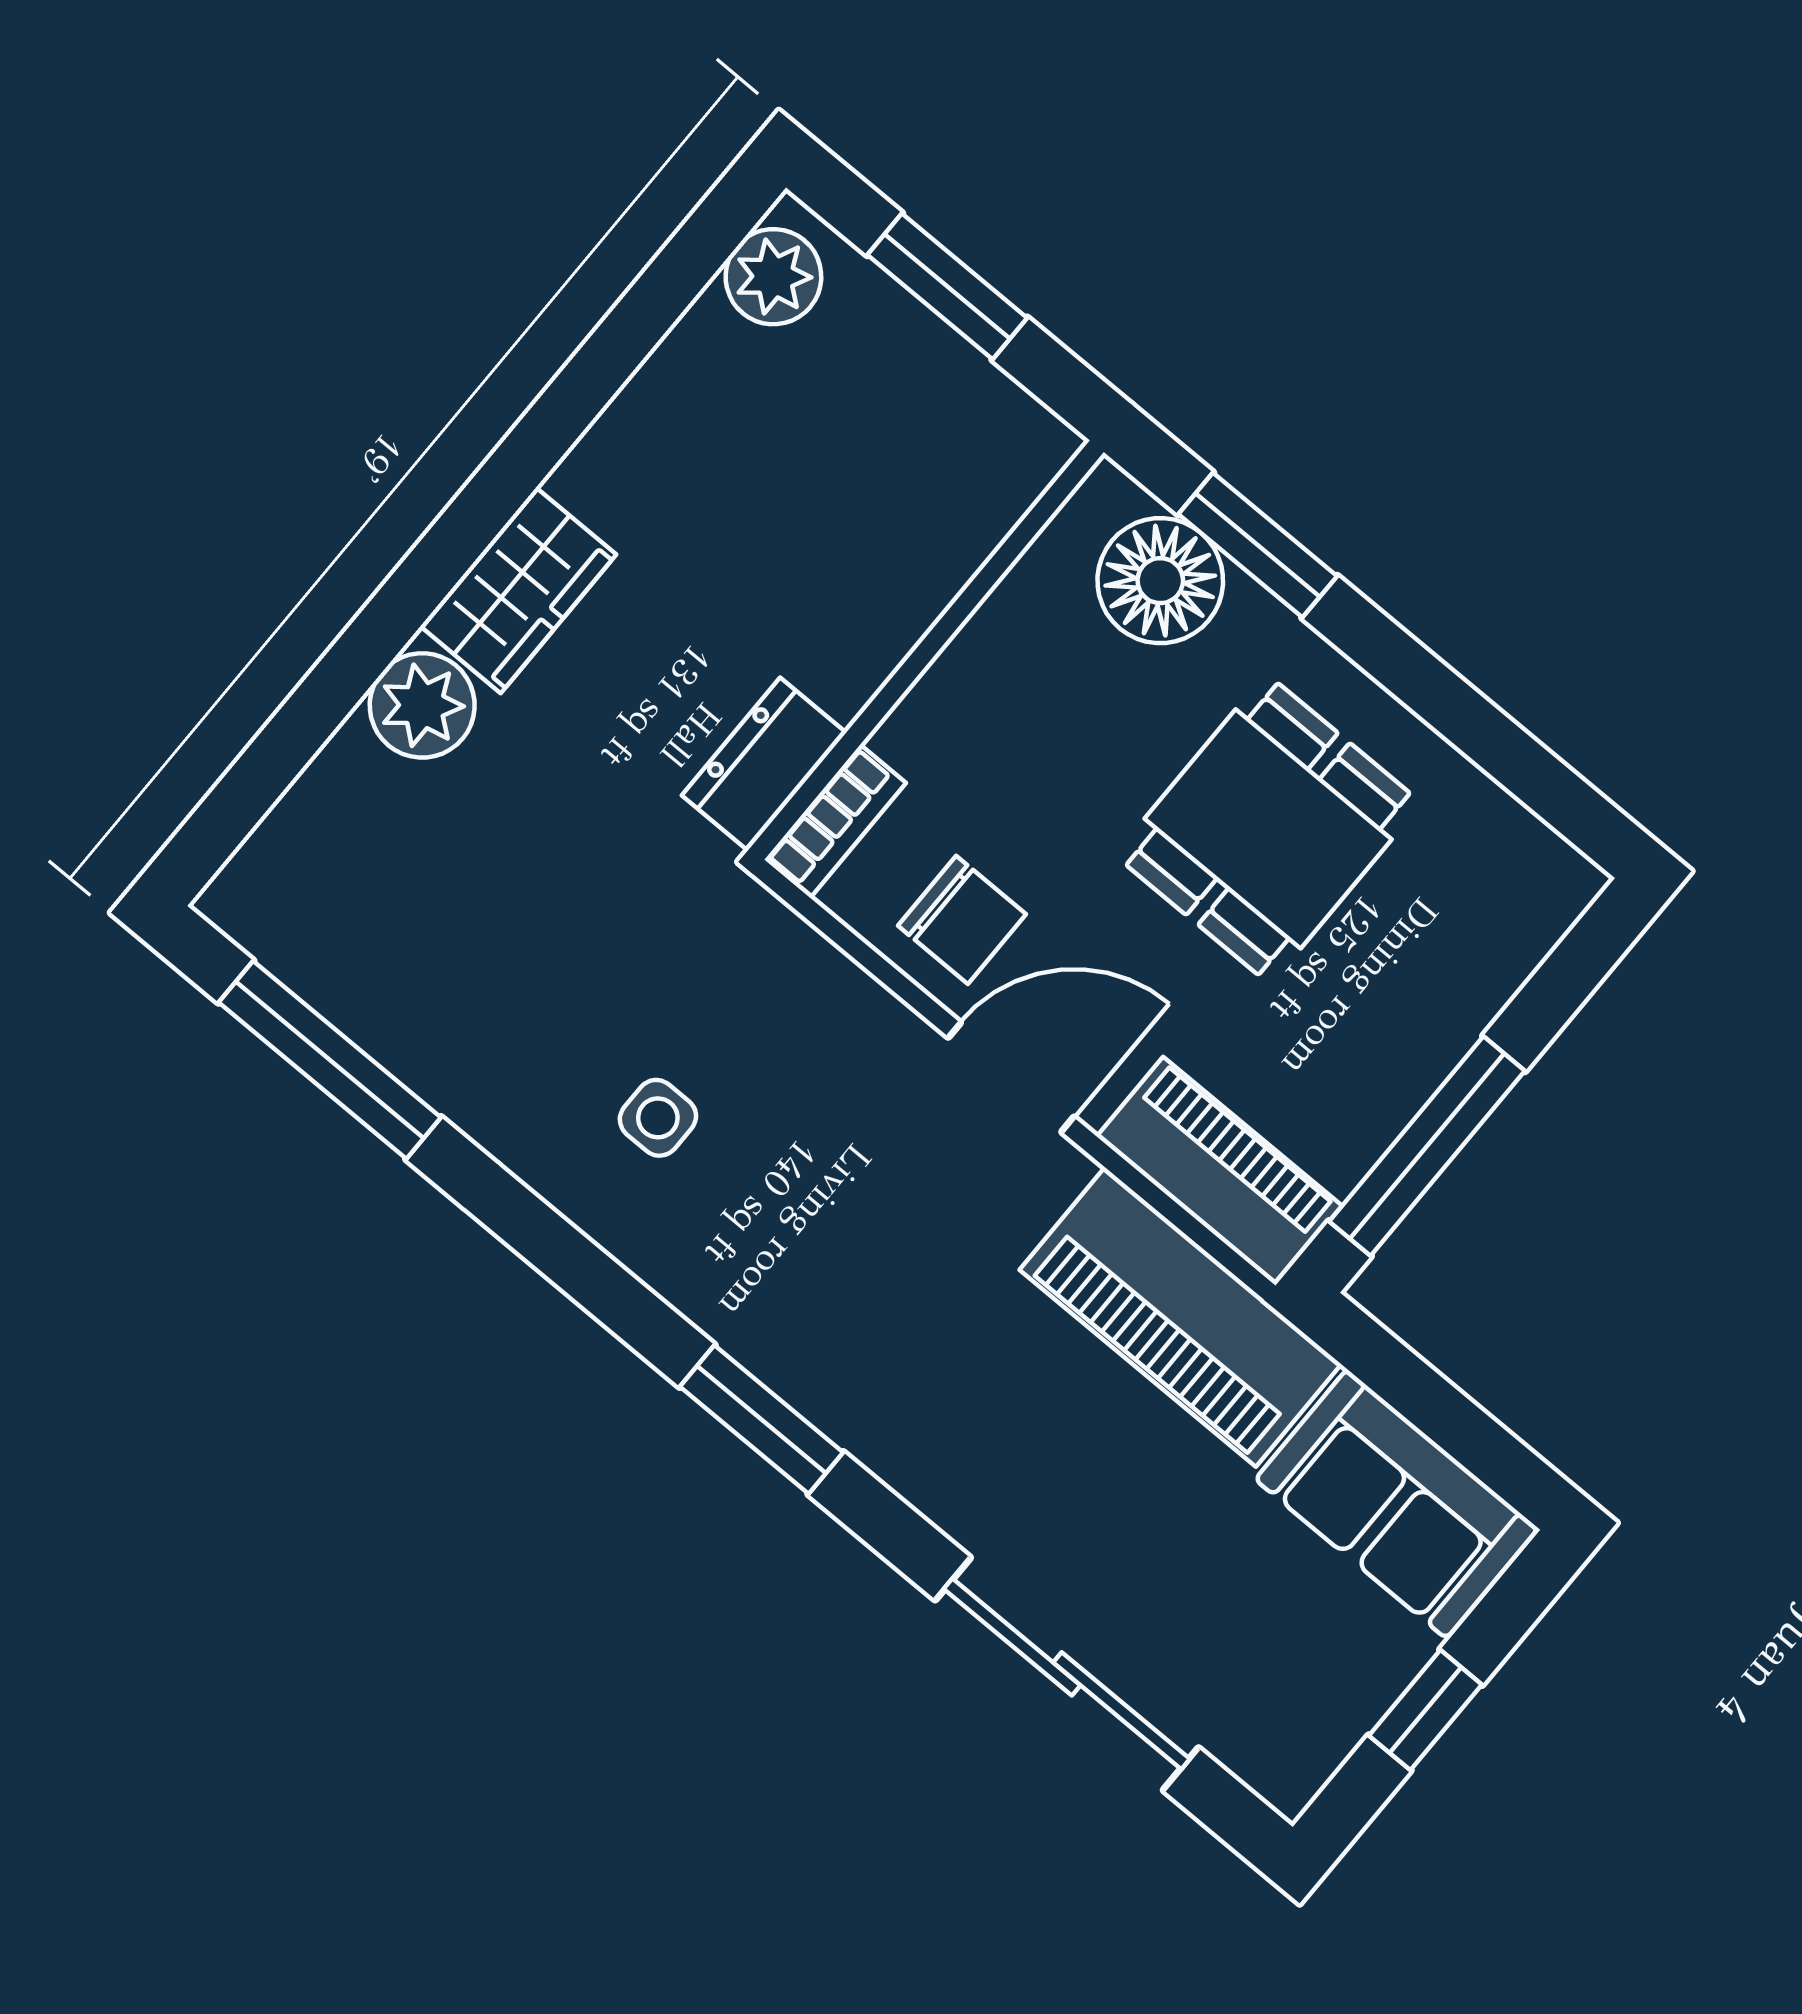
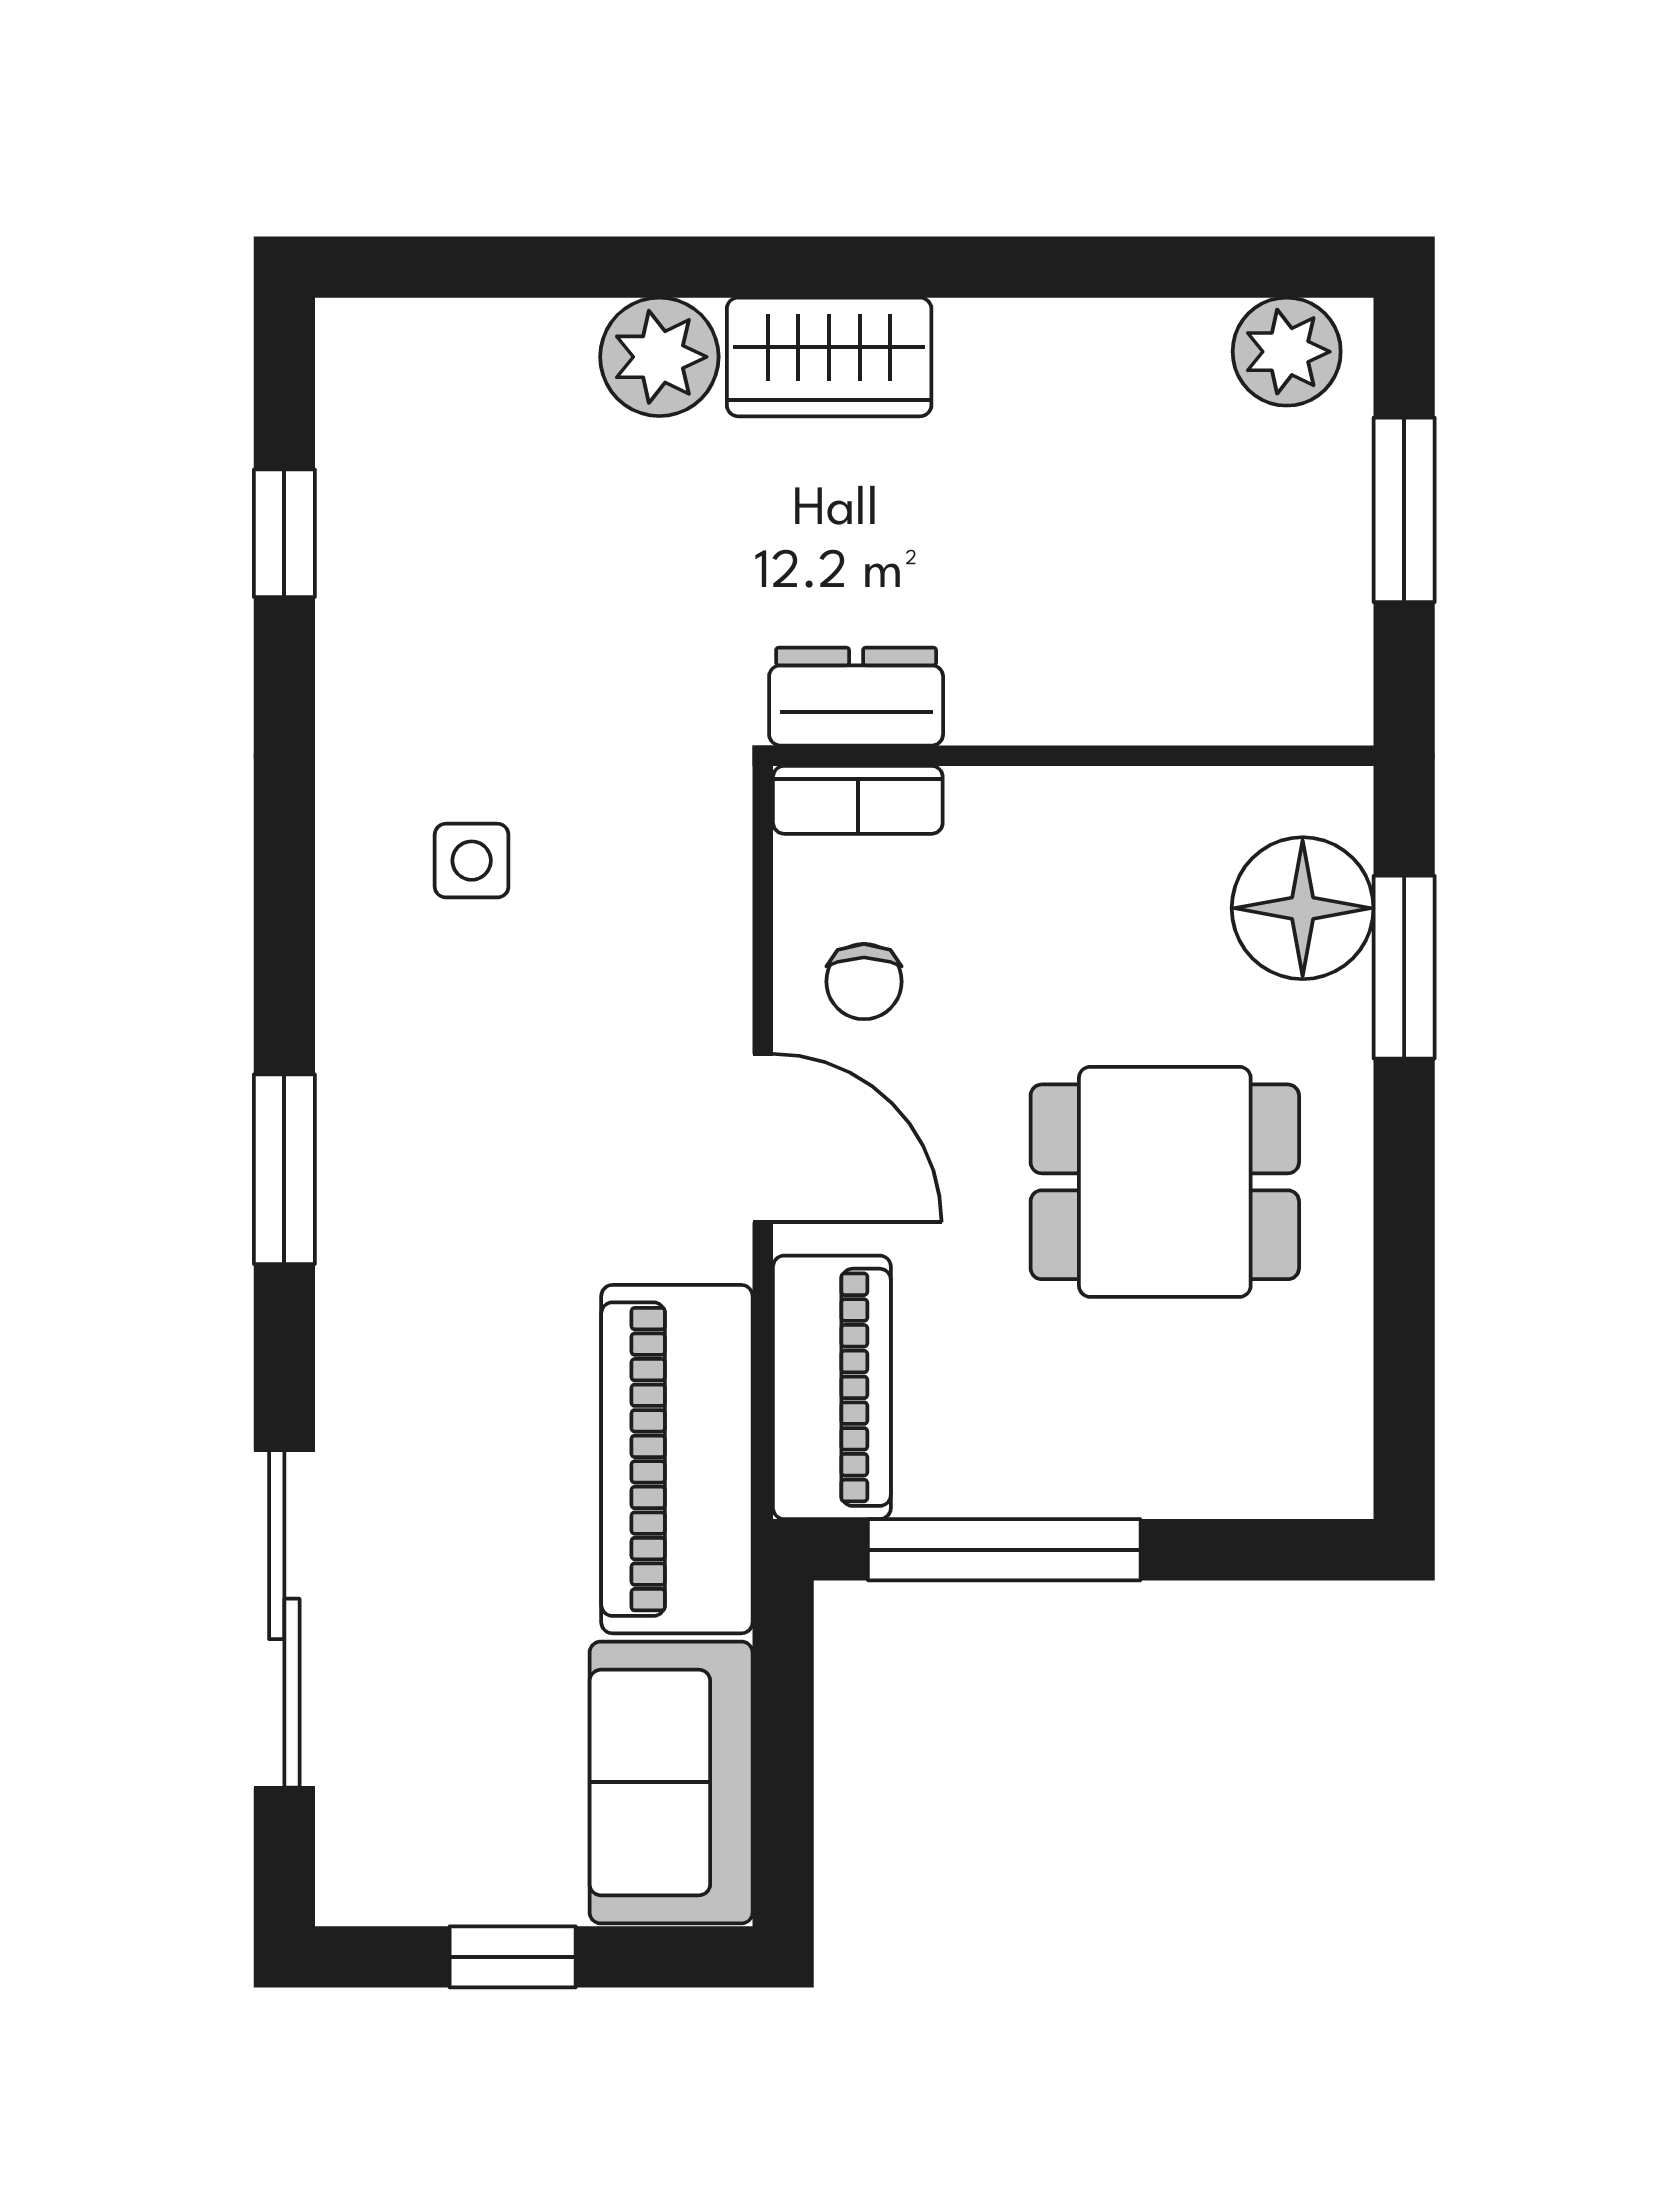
chair: (962, 920) -> (864, 982), width x0.73, depth x0.73
window: (330, 1060) -> (284, 533), width x0.46

